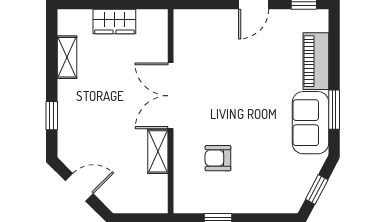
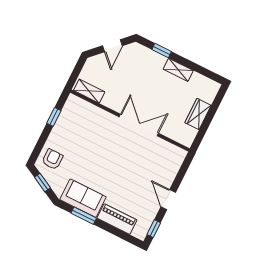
shelving: (67, 57) -> (178, 70), moved
shelving: (158, 151) -> (89, 91), moved
armchair: (218, 158) -> (52, 159), moved

